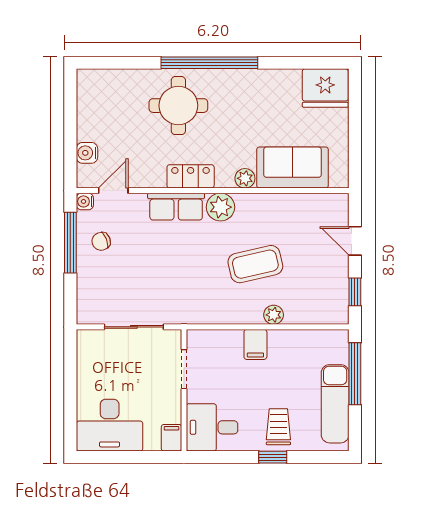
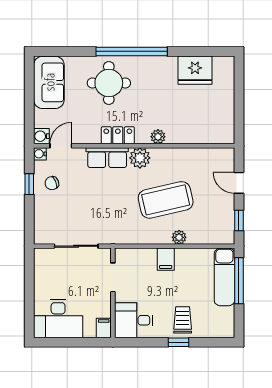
fridge: (325, 88) -> (195, 70), moved
water cooler: (87, 153) -> (41, 136), moved
sofa: (293, 168) -> (49, 82), moved, turned 90
window: (70, 243) -> (29, 184), width x0.46
coffee table: (255, 264) -> (166, 200), width x1.36, depth x1.32
exam couch: (335, 404) -> (224, 277), moved

